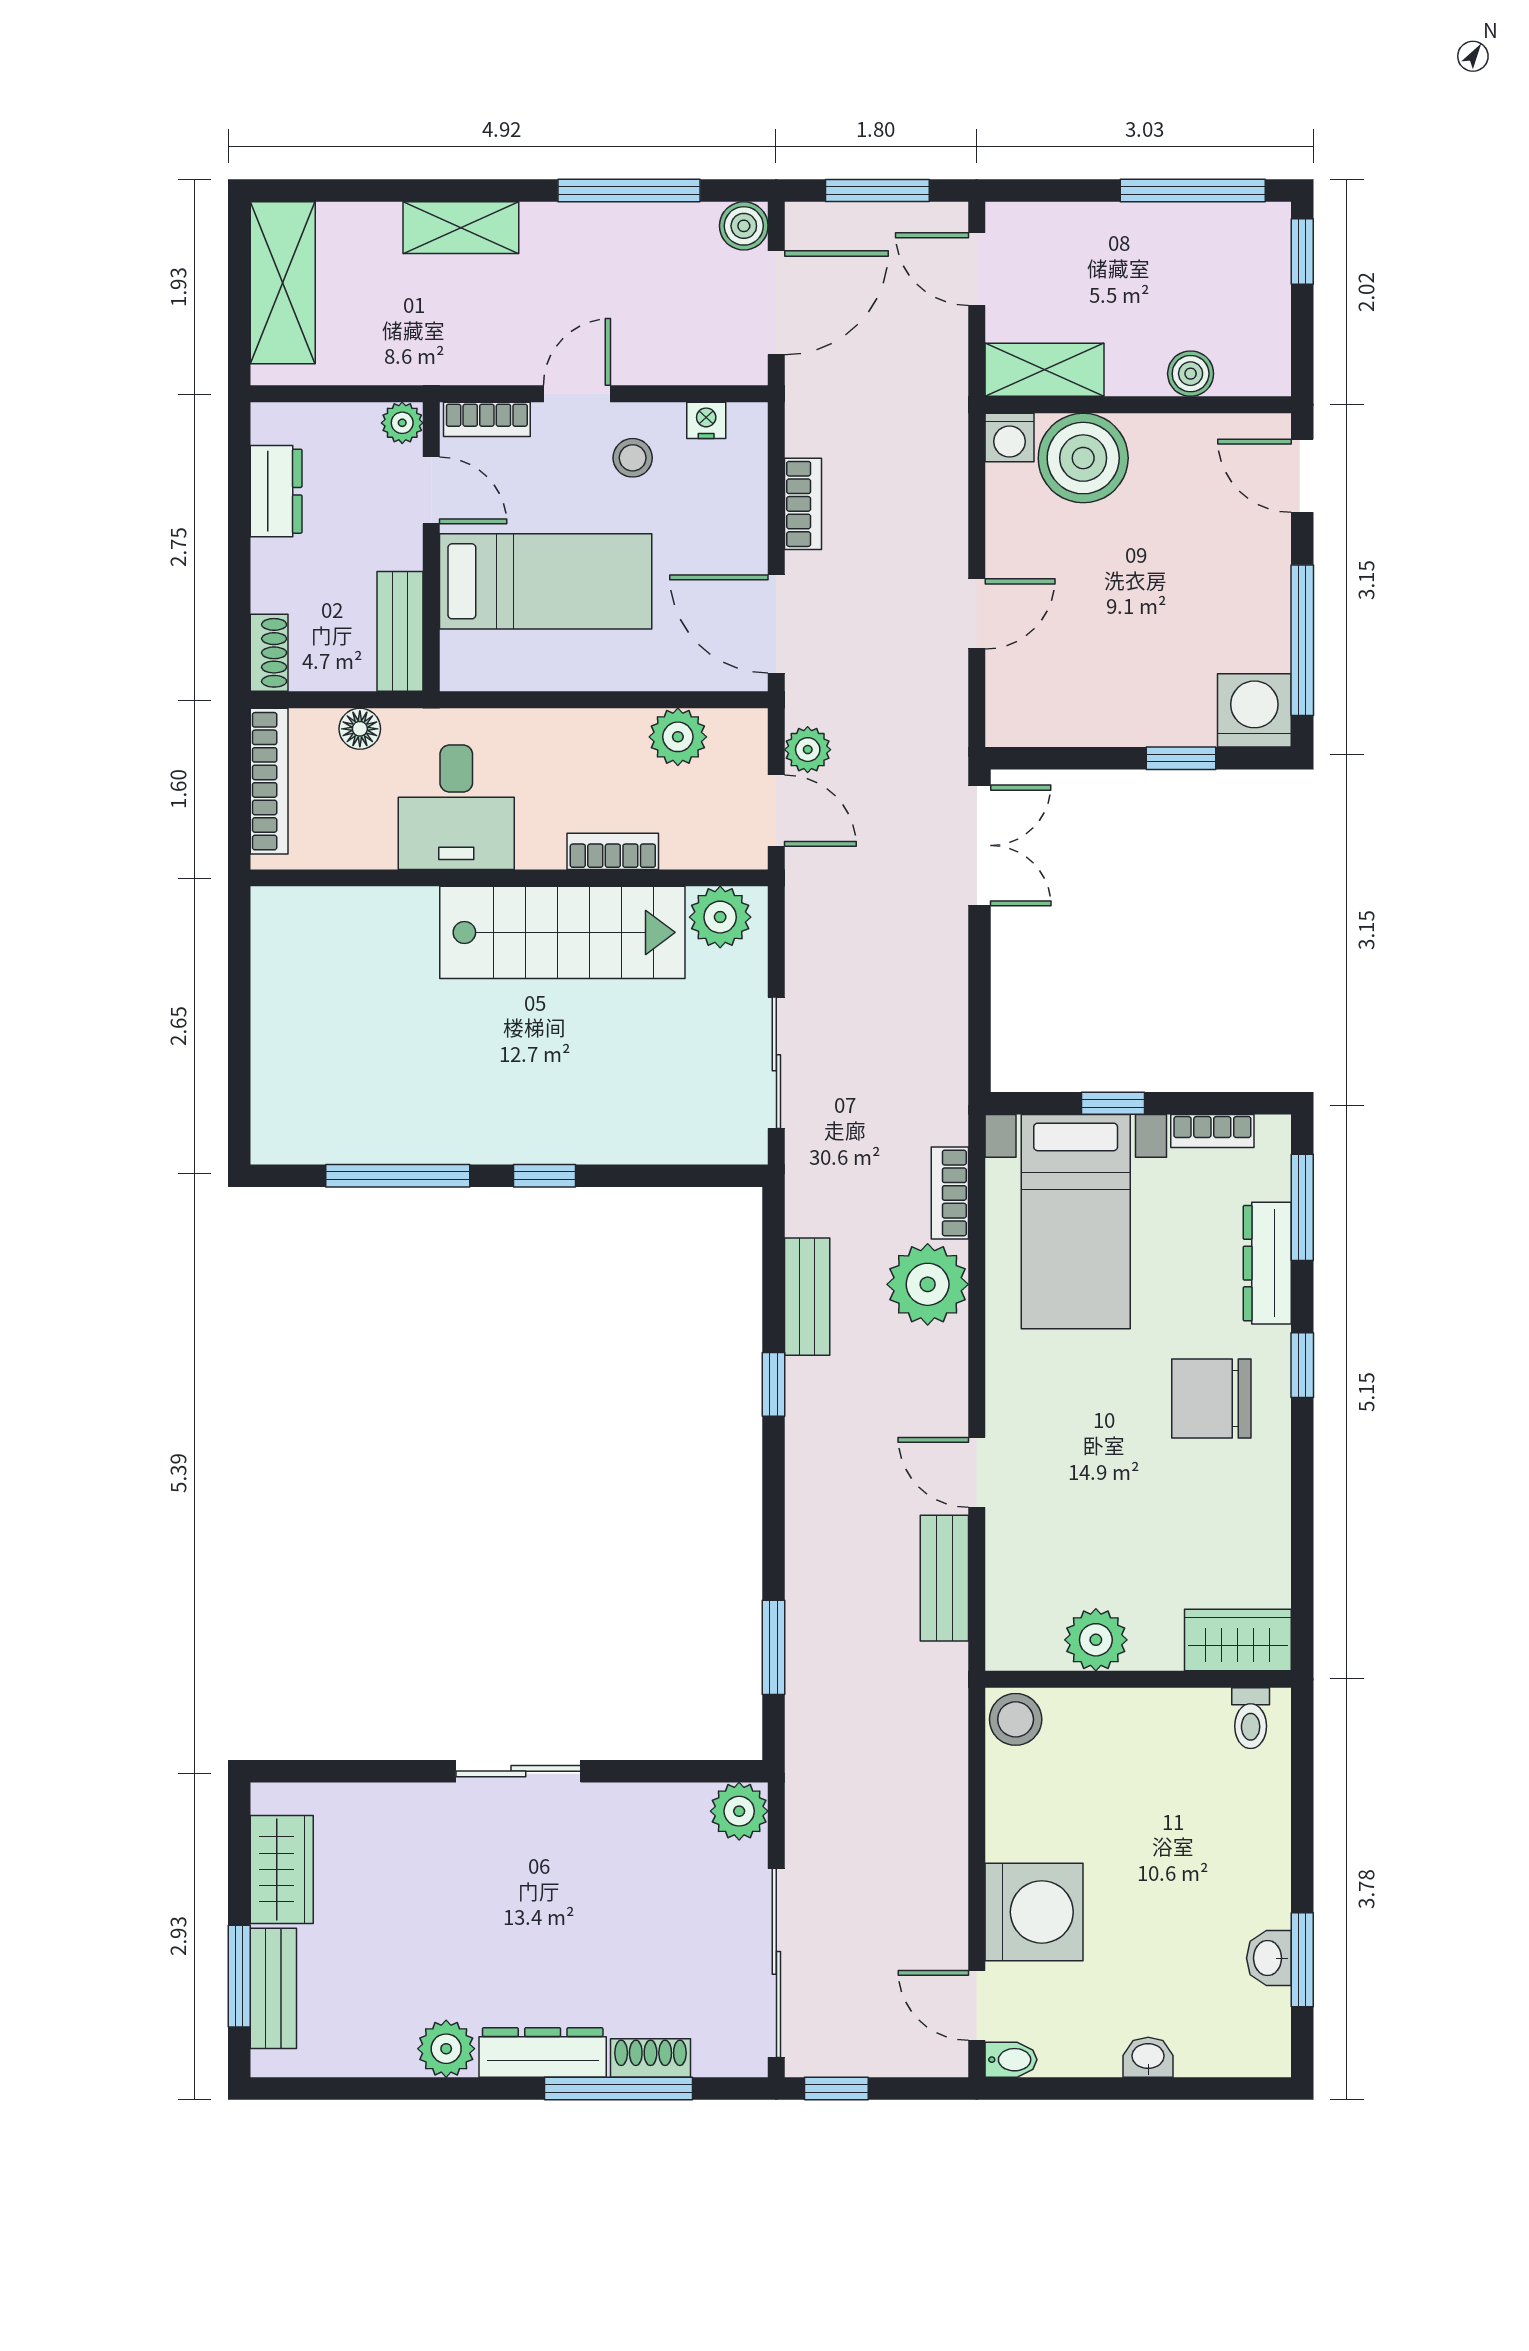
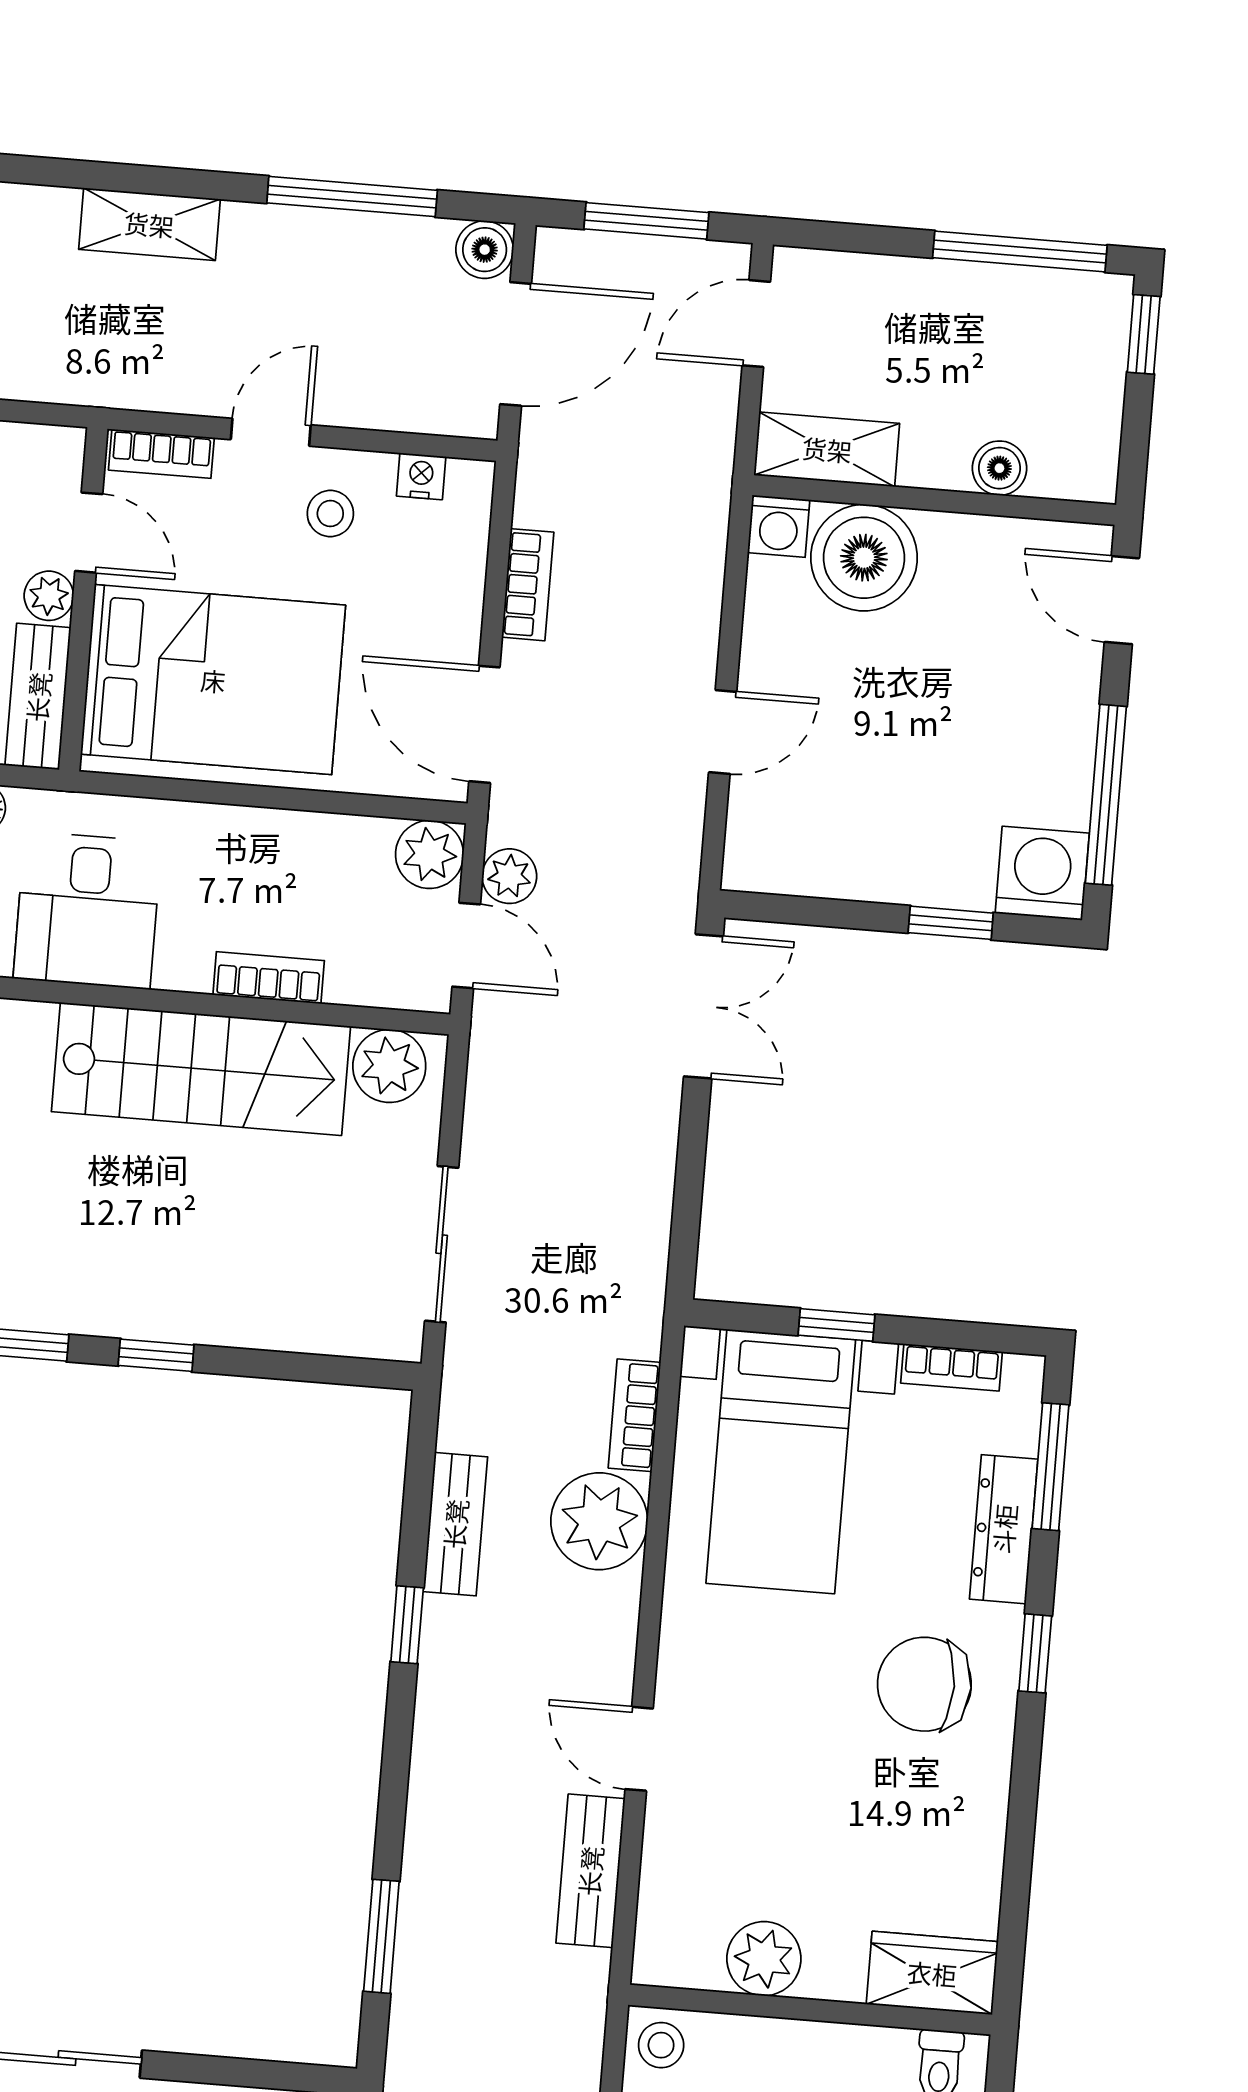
door: (977, 269) -> (756, 324), hinge flipped
plant: (402, 423) -> (49, 596), moved
bed: (546, 581) -> (213, 680), width x1.50
plant: (678, 737) -> (430, 854), moved
stool: (1016, 1719) -> (661, 2045), width x0.73, depth x0.73

